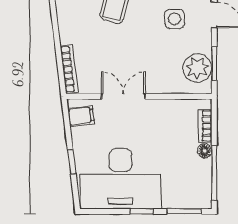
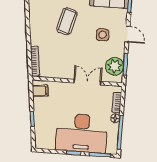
double door: (123, 96) -> (87, 82), moved
desk: (120, 179) -> (82, 133), moved

